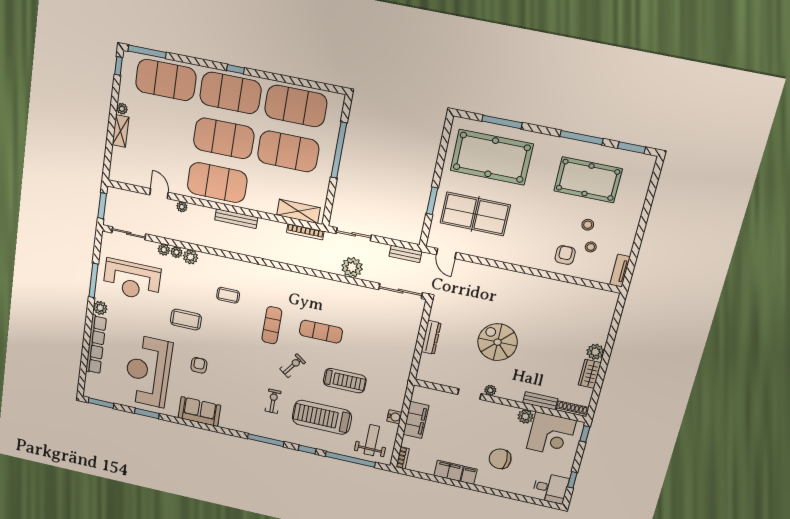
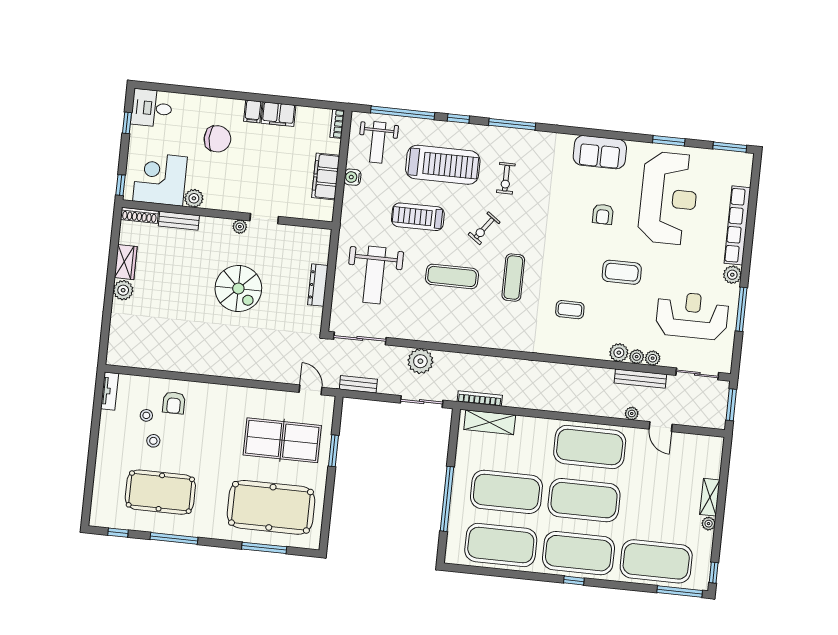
window: (632, 148) -> (118, 533), width x0.67
bench: (236, 219) -> (640, 379), moved
weight bench: (384, 340) -> (374, 275), added

